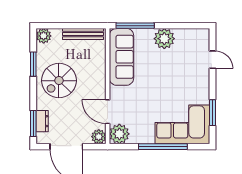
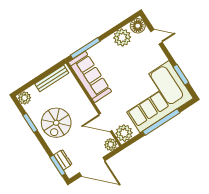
floor lamp: (201, 37) -> (138, 26), added
plant: (164, 39) -> (122, 38), moved
corner sofa: (182, 124) -> (155, 97), width x1.36, depth x1.36

